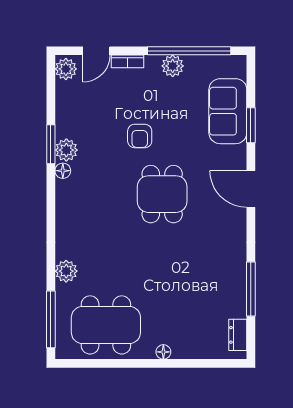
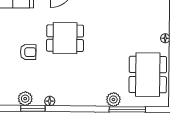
plant: (66, 150) -> (25, 99), moved
window: (51, 319) -> (127, 109), moved

